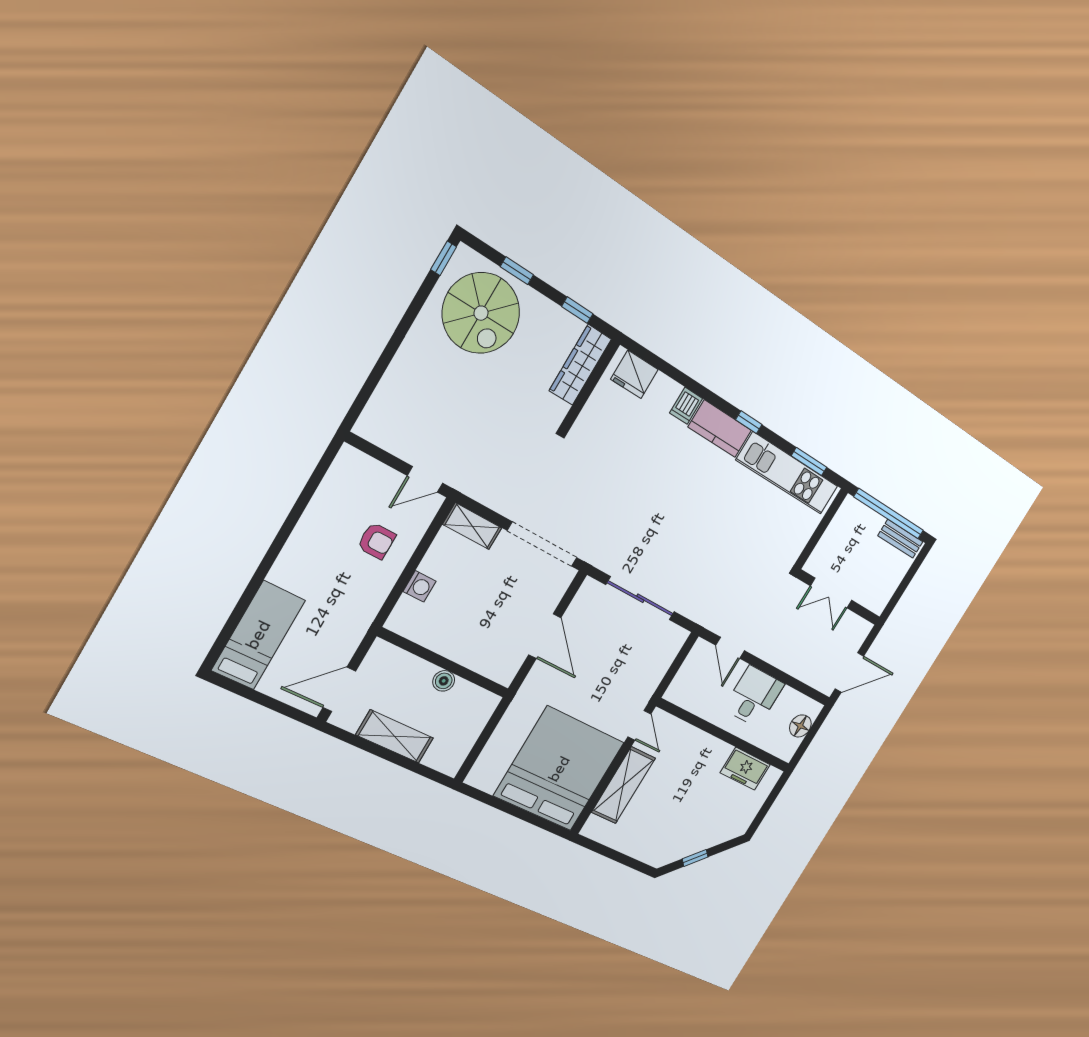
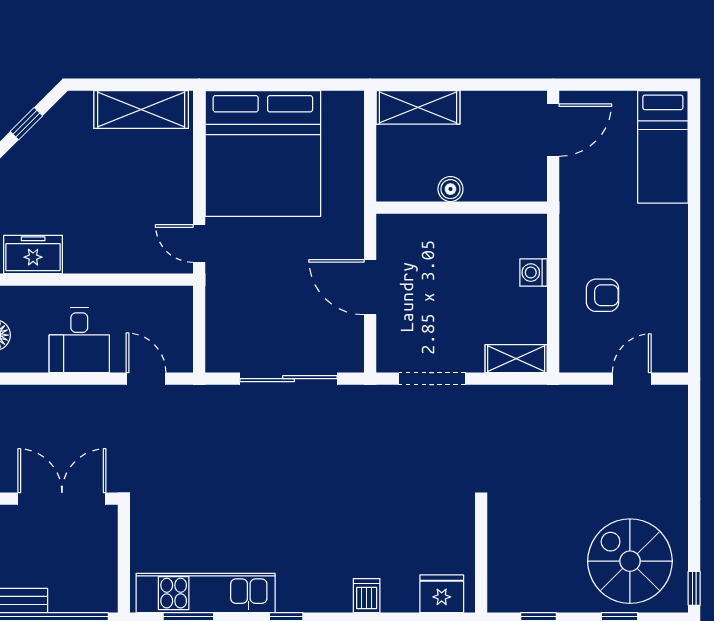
wardrobe: (580, 365) -> (503, 571), removed
kitchen counter: (720, 429) -> (314, 594), removed
door: (425, 479) -> (632, 379), moved
armchair: (377, 541) -> (603, 295), turned 180
doorway: (542, 544) -> (432, 379), width x0.73
double door: (831, 593) -> (62, 499), width x1.37
shelving: (395, 736) -> (418, 107), moved
shelving: (623, 785) -> (141, 109), moved, turned 90

